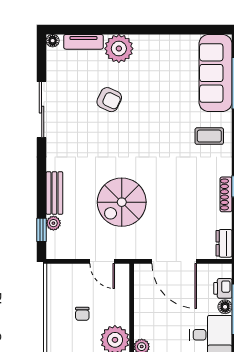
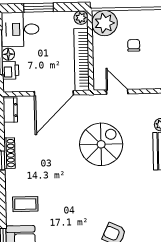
door: (174, 261) -> (54, 93), swing flipped
bookcase: (142, 299) -> (82, 60), added

